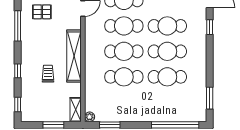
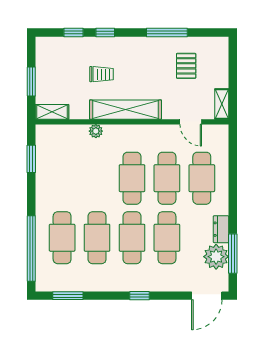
window: (210, 27) -> (139, 296), moved
cafe table: (124, 77) -> (62, 238), moved
window: (18, 104) -> (74, 33), moved
plant: (90, 117) -> (96, 131), moved

